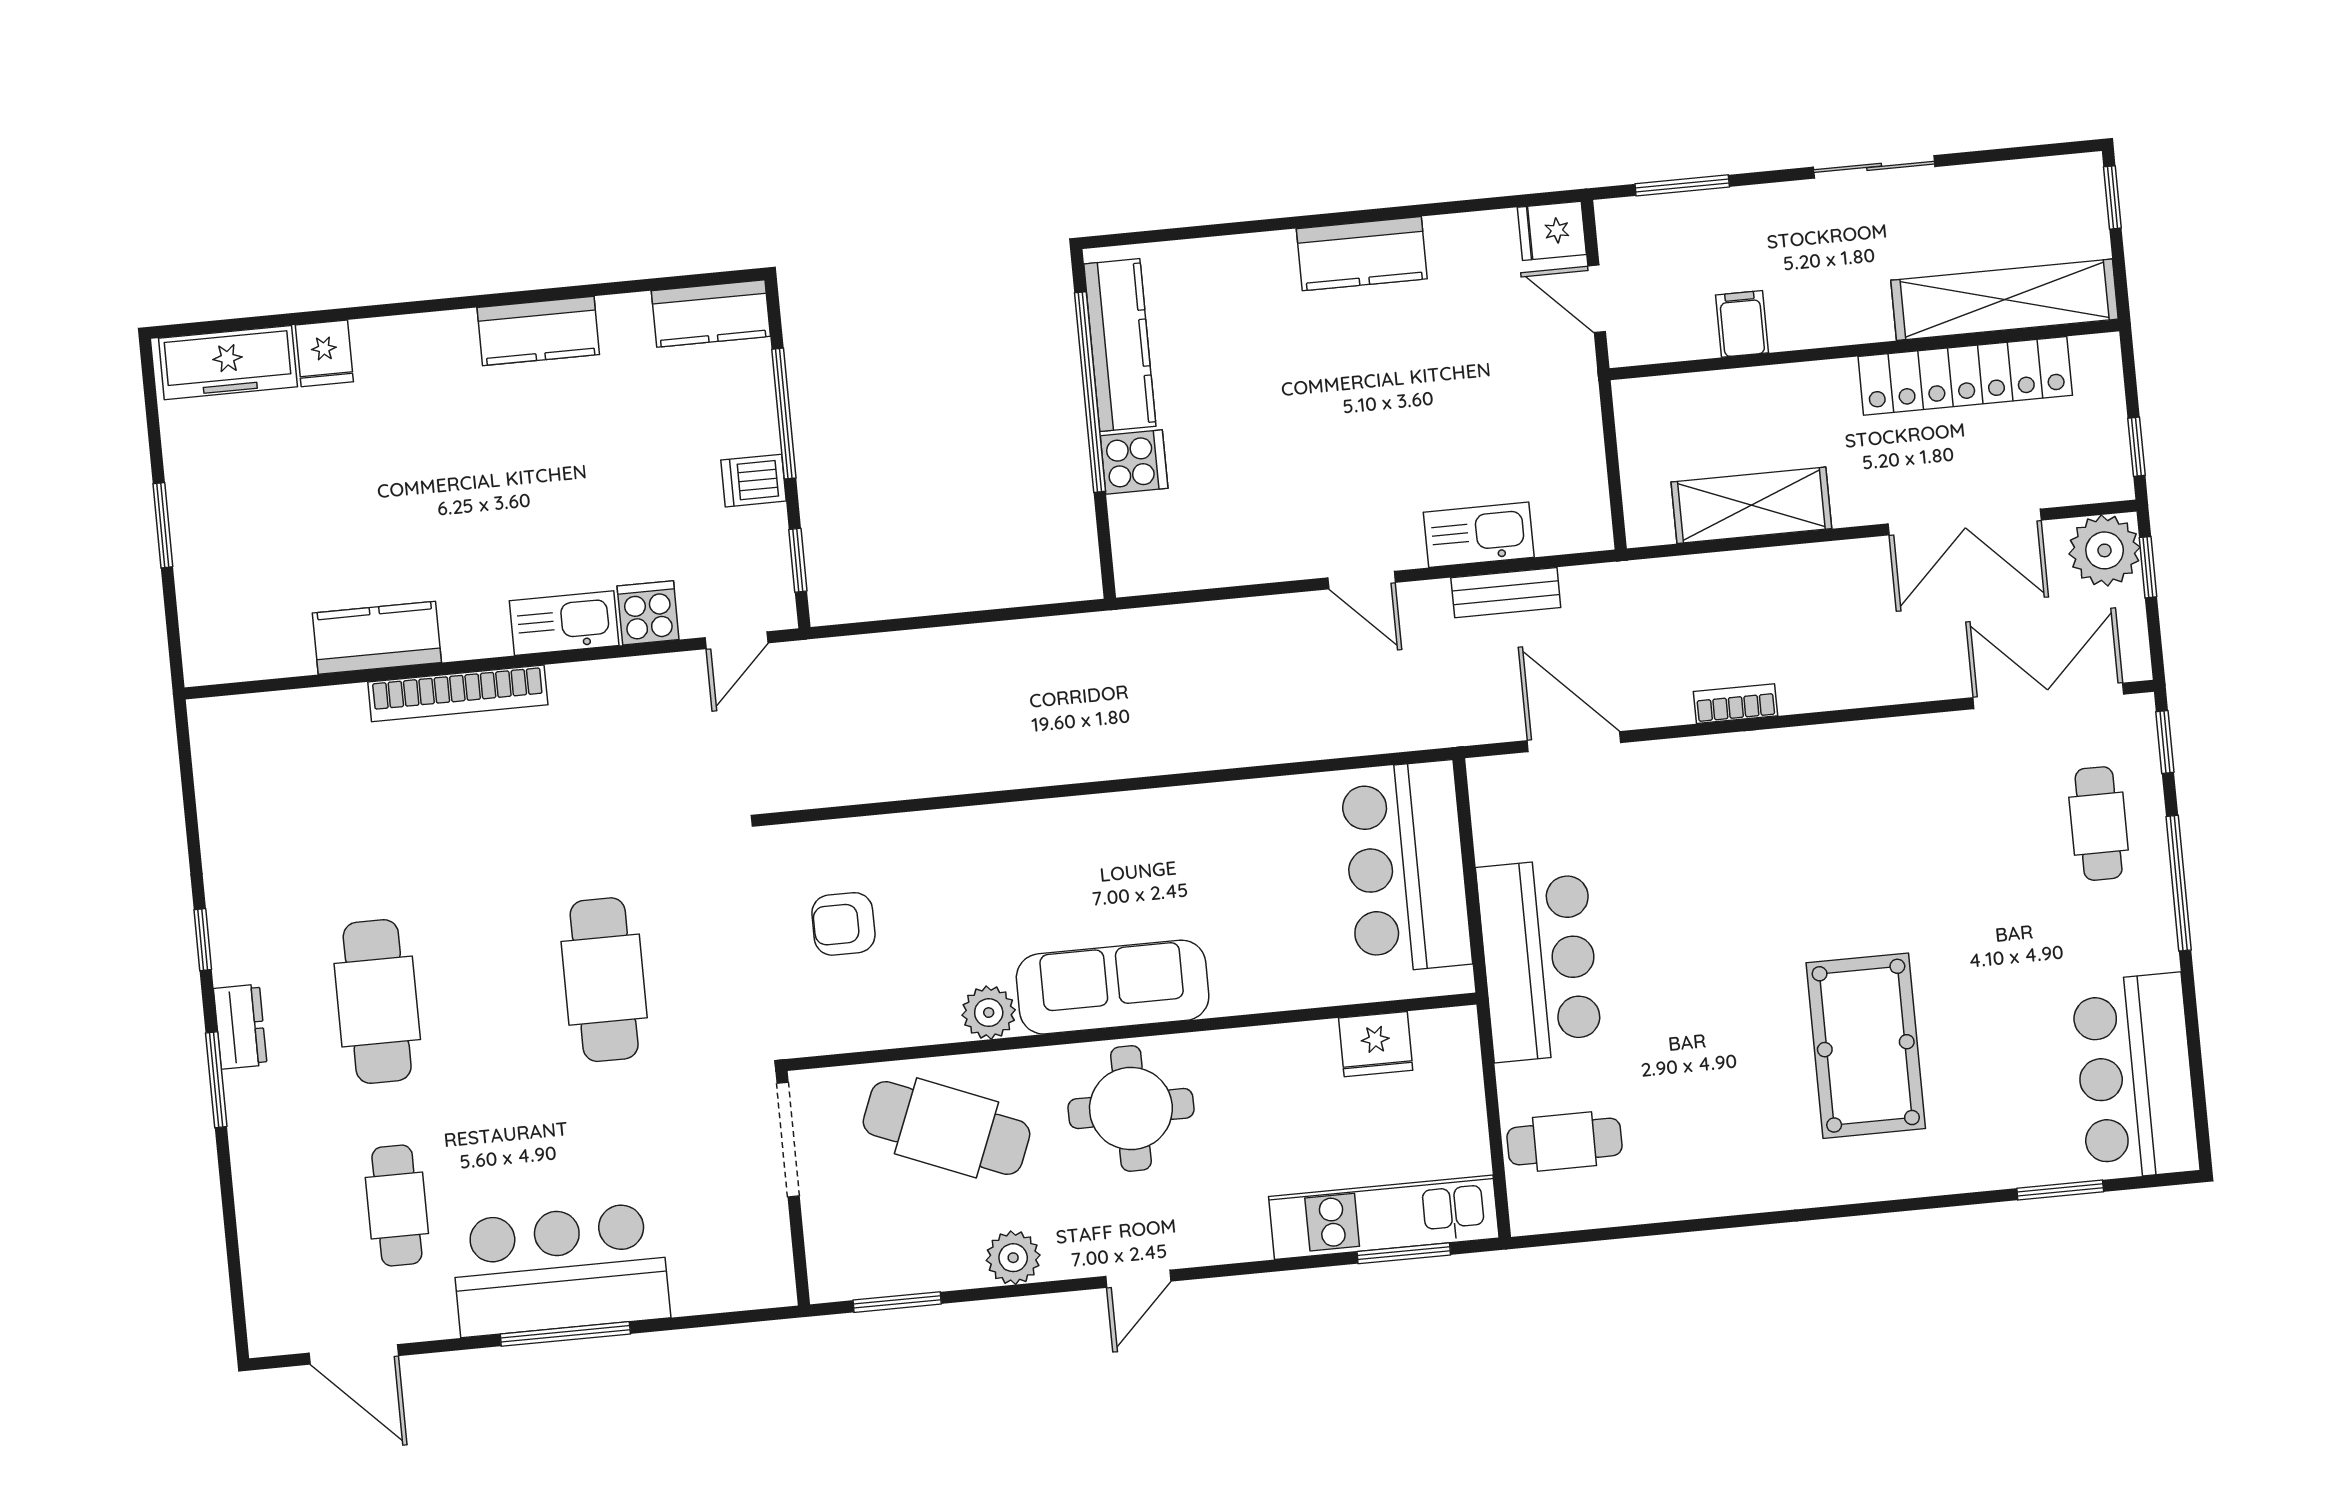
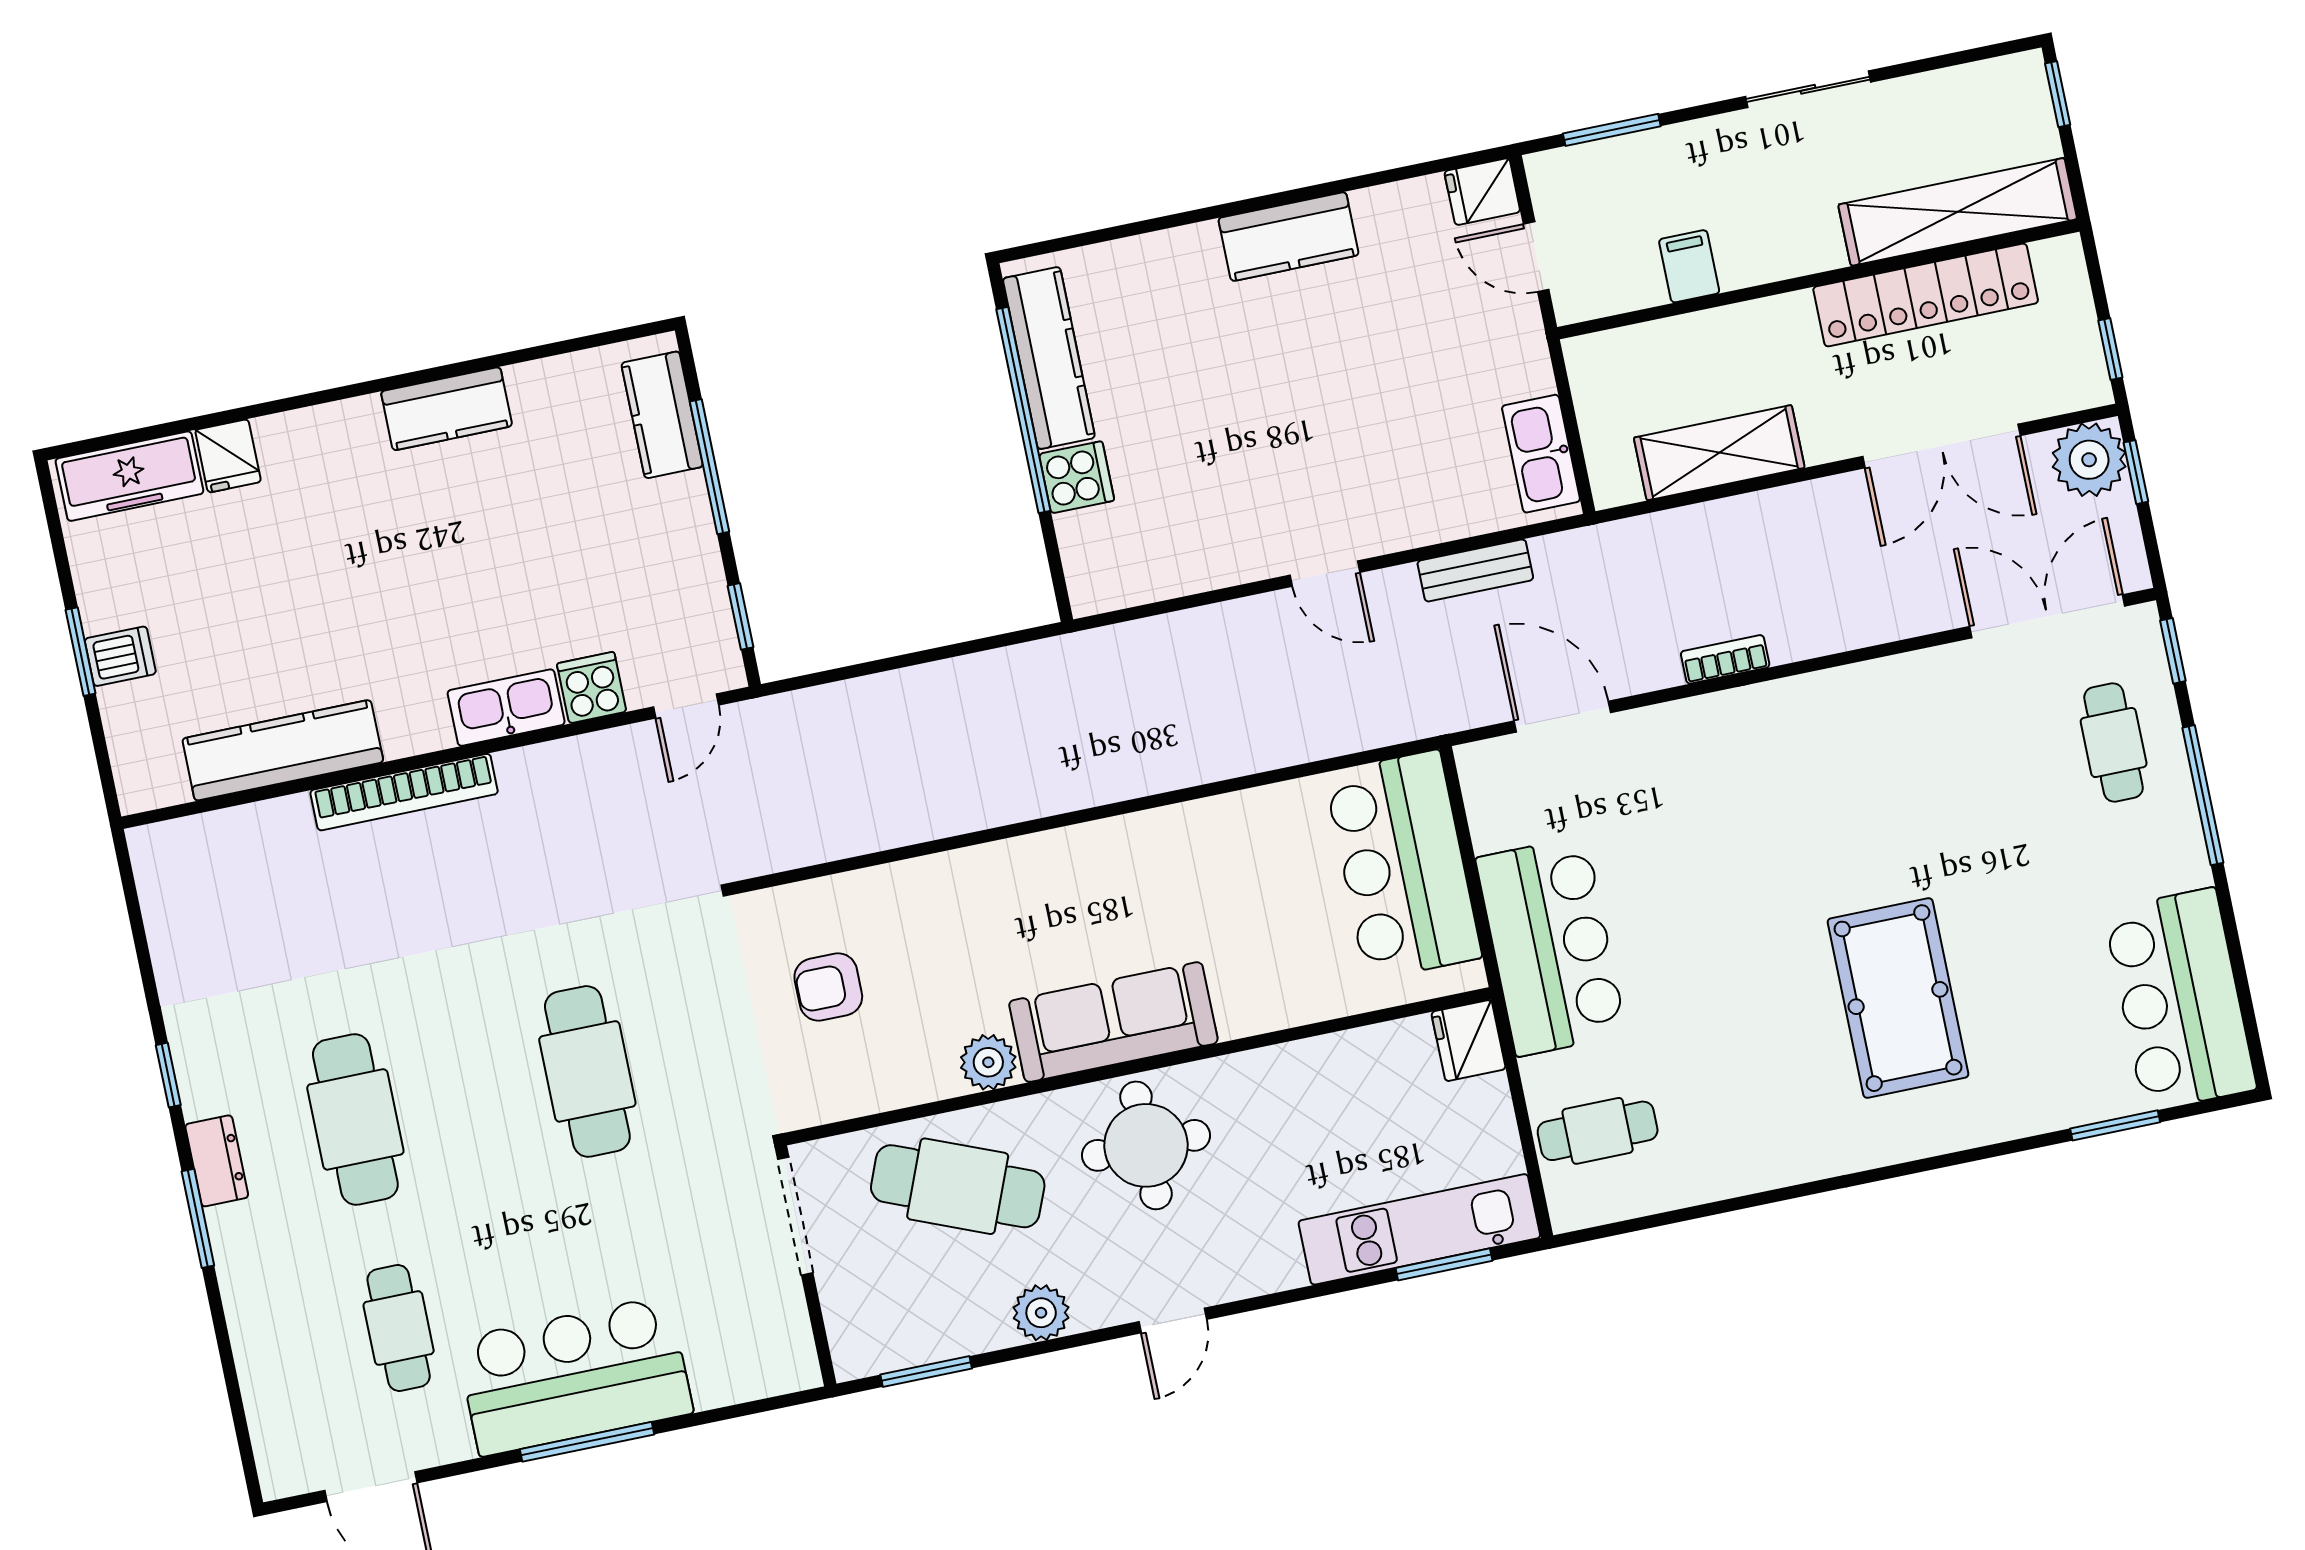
kitchen counter: (711, 314) -> (662, 415), moved, turned 90
dishwasher: (754, 481) -> (120, 656), moved, turned 180
kitchen sink: (1479, 535) -> (1541, 454), moved, turned -90
kitchen counter: (377, 638) -> (283, 750), width x1.50
fridge: (1376, 1044) -> (1468, 1041), moved, turned 90

